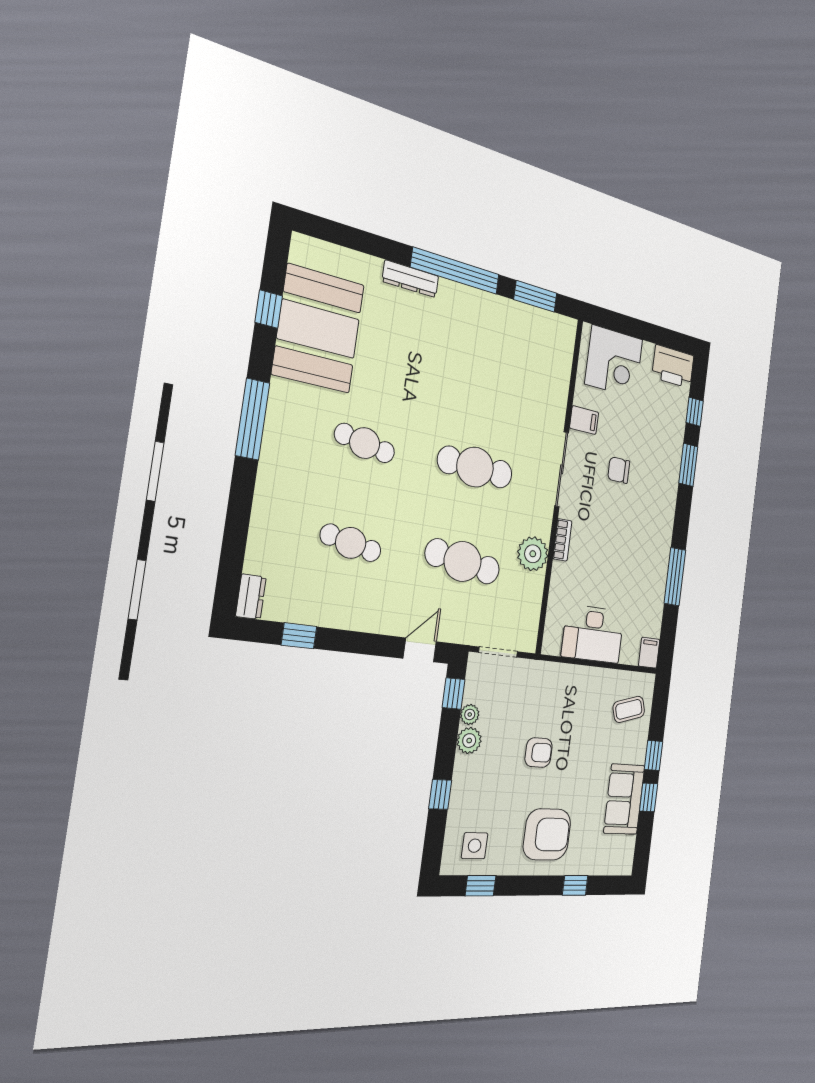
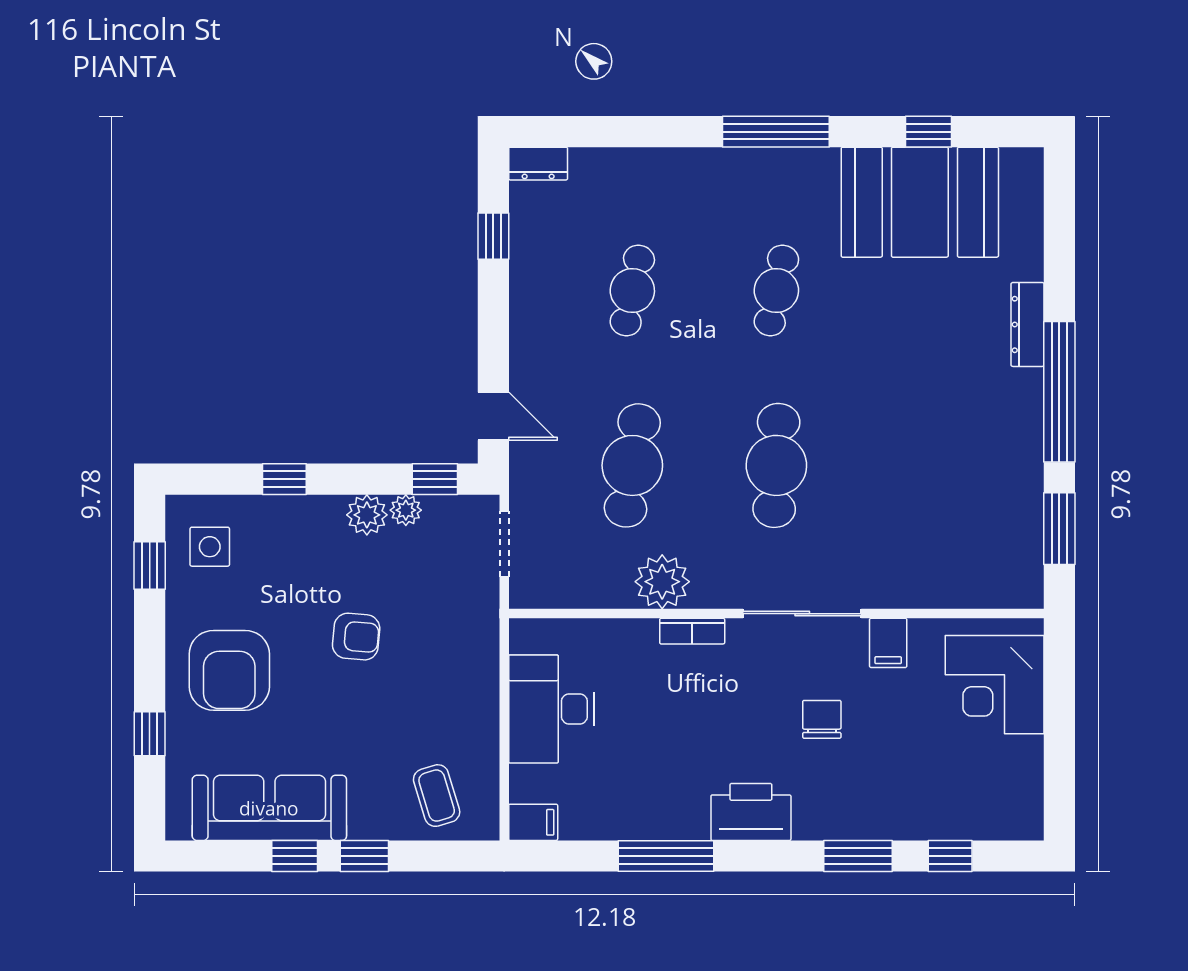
printer: (673, 366) -> (751, 812), moved, turned 90
armchair: (539, 752) -> (356, 637), turned -85
sofa: (624, 799) -> (269, 808), width x1.36

